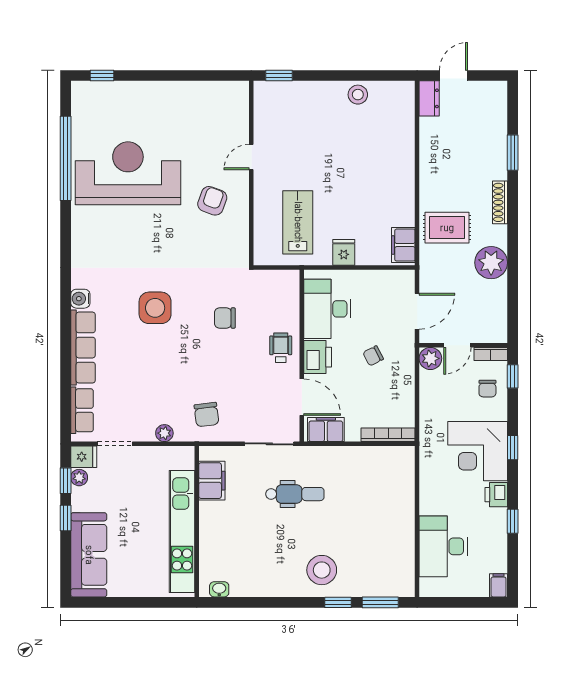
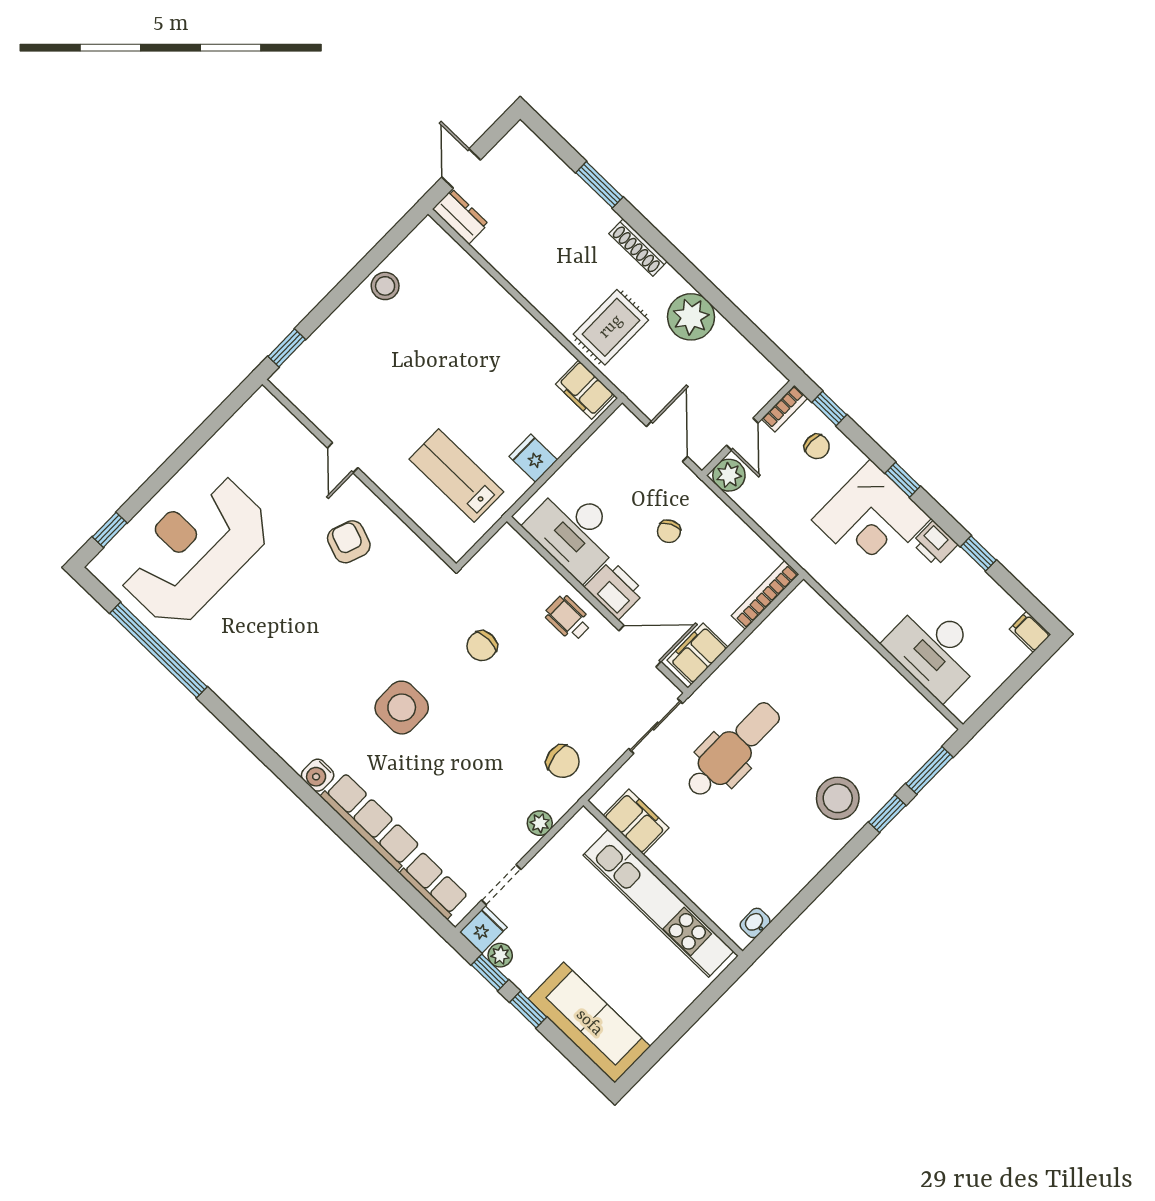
reception desk: (128, 173) -> (195, 550), moved
dental chair: (295, 494) -> (733, 750), width x1.36, depth x1.38

